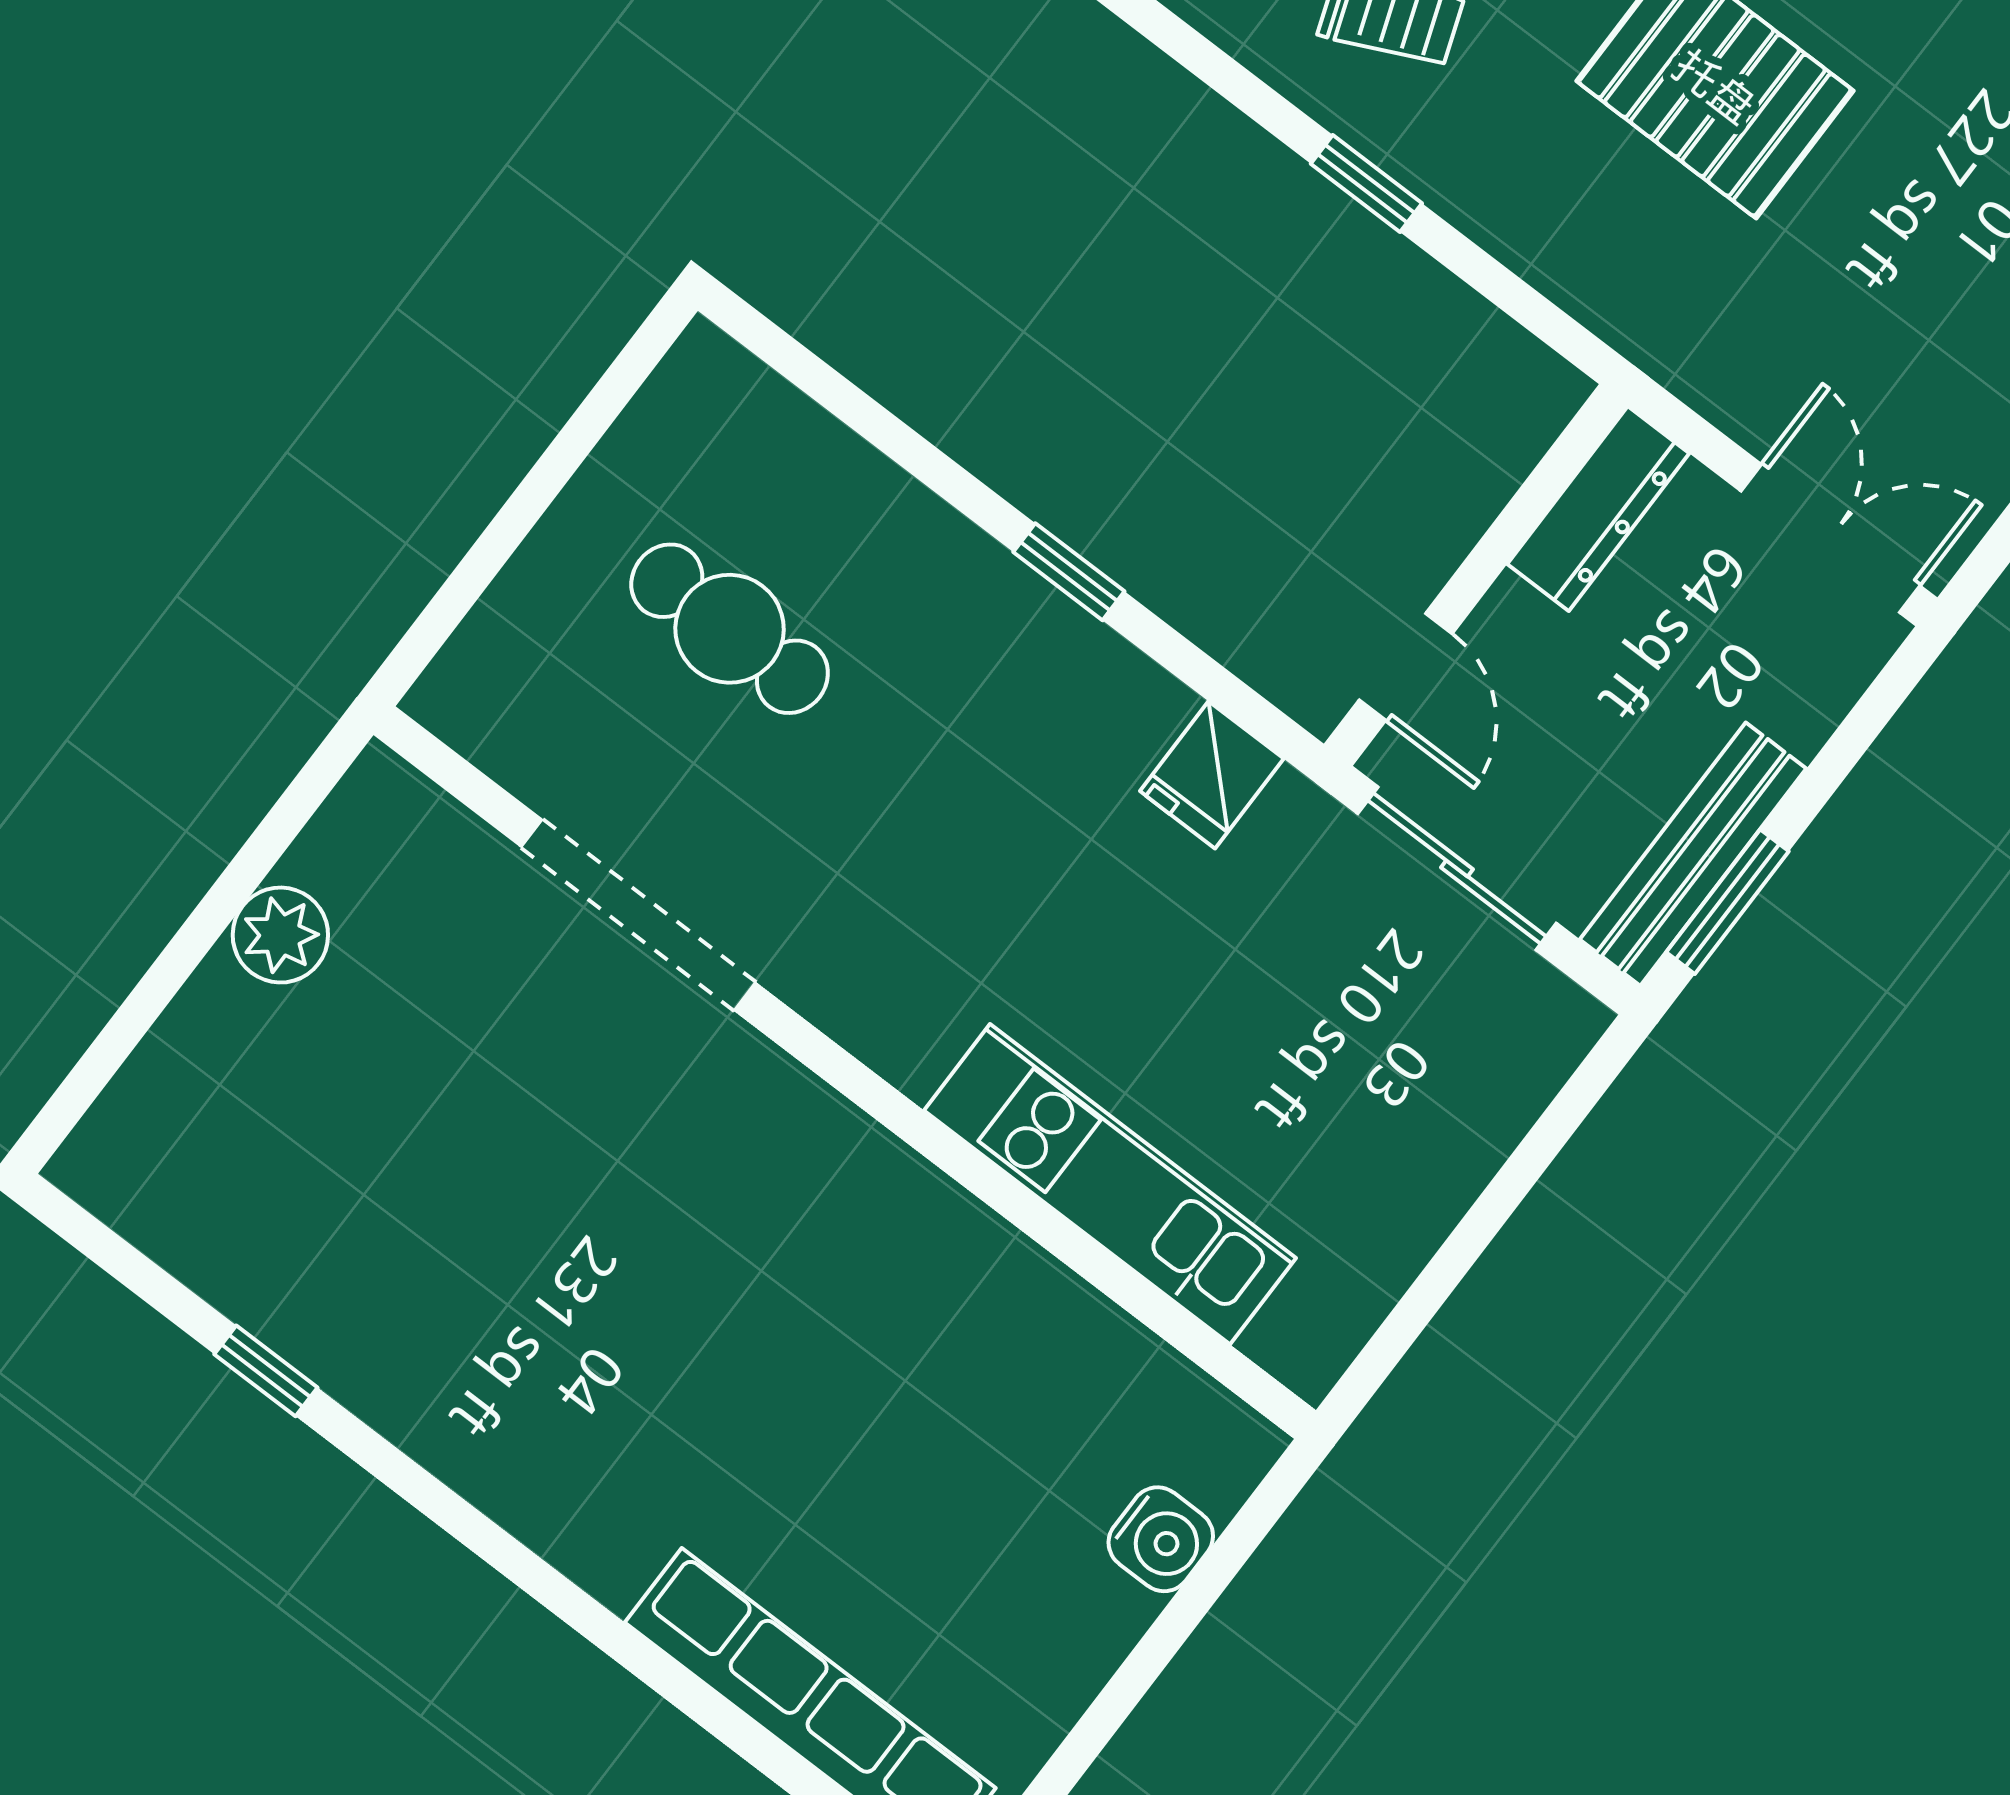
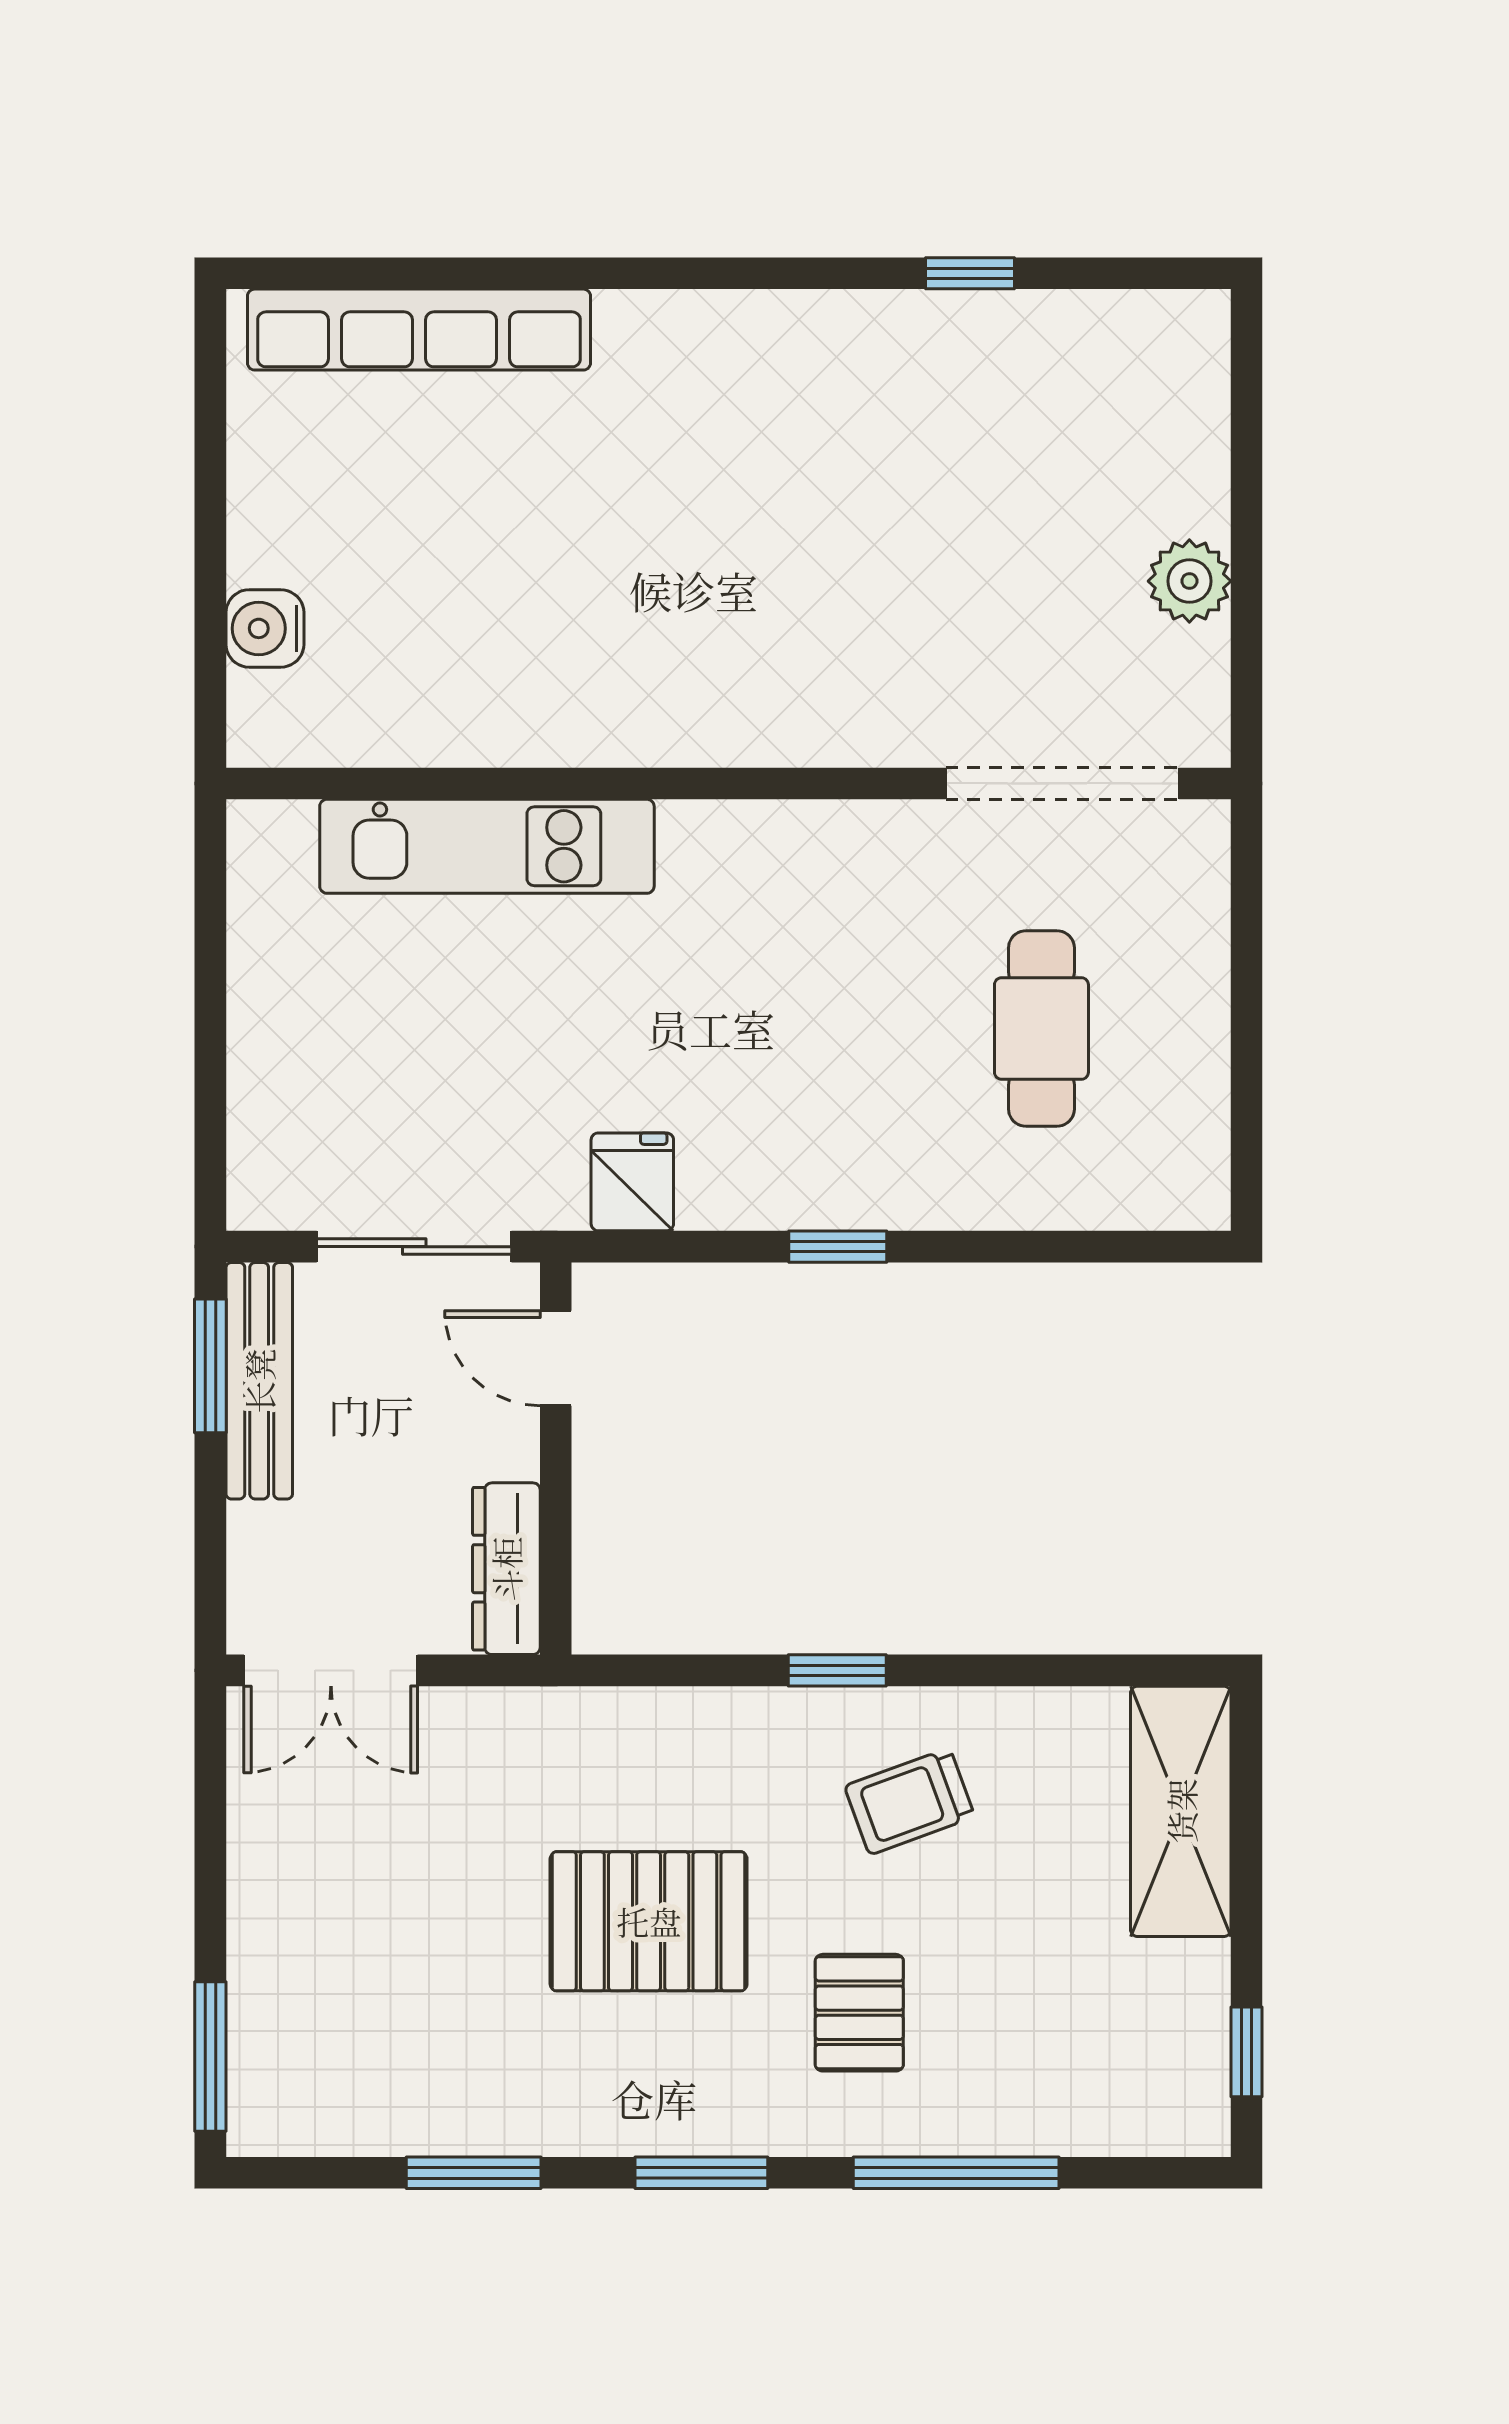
cafe table: (730, 629) -> (1041, 1028), turned 90
doorway: (638, 915) -> (1062, 783), moved

